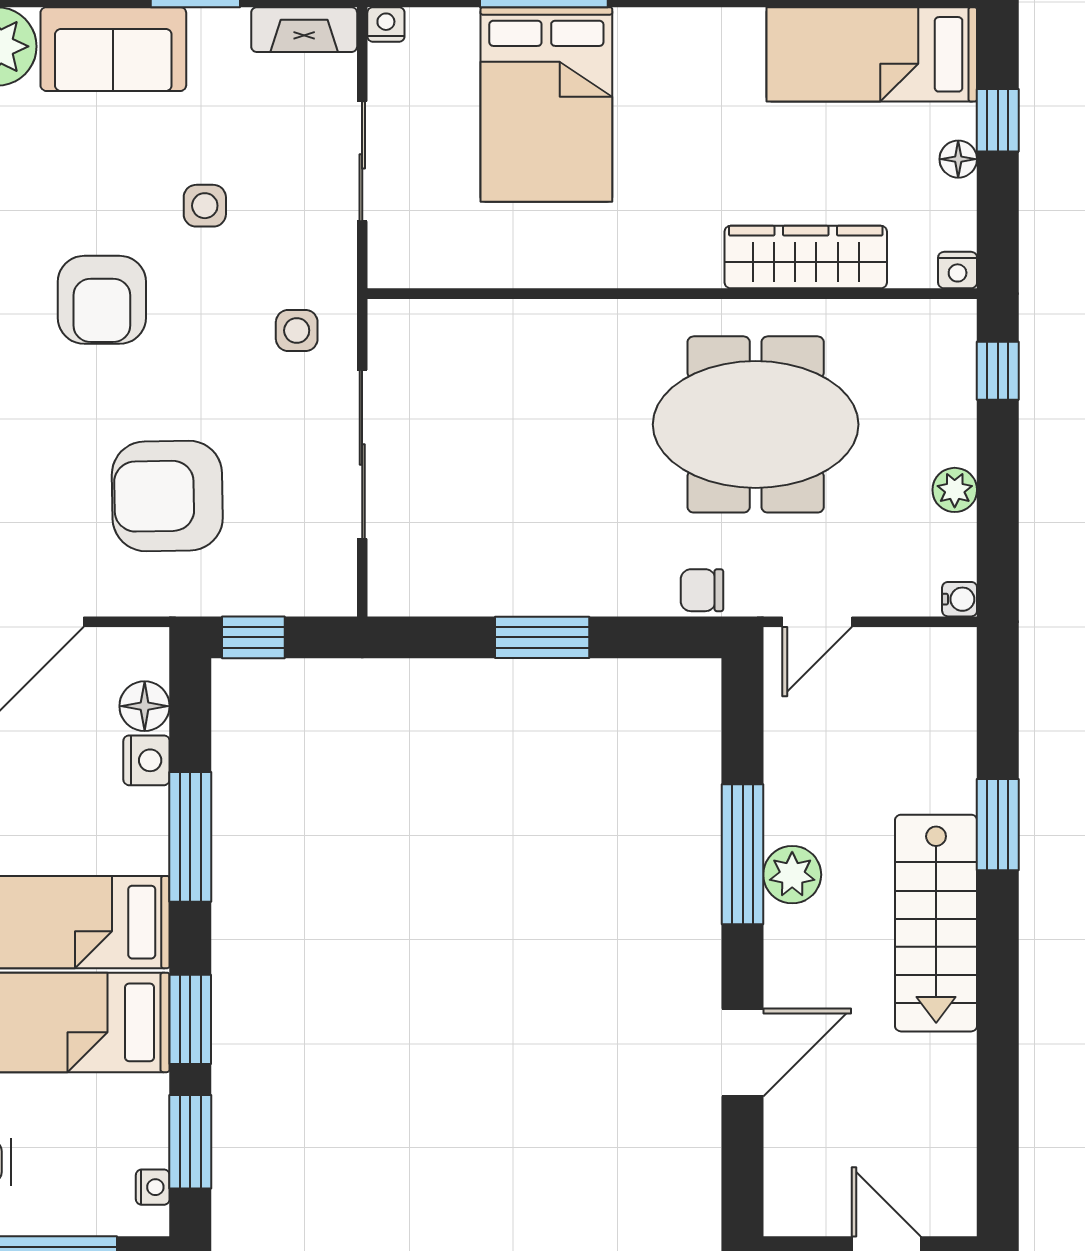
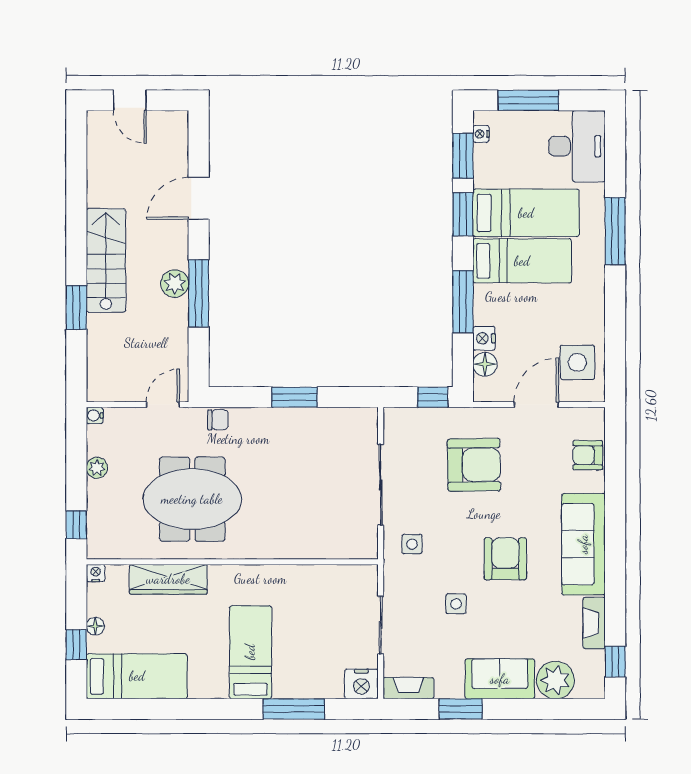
nightstand: (386, 25) -> (361, 684), width x1.89, depth x1.79
bed: (546, 104) -> (250, 652), moved, width x0.67

